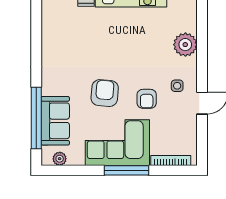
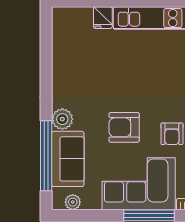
plant: (50, 86) -> (62, 119), added
armchair: (105, 93) -> (124, 127), turned -95

